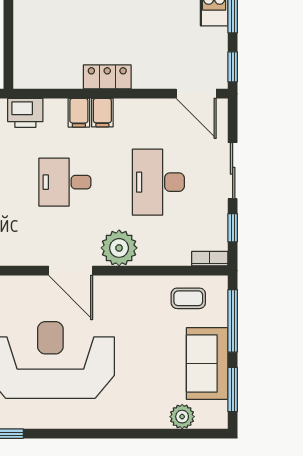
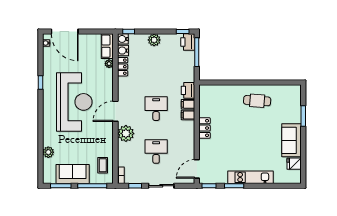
filing cabinet: (102, 113) -> (188, 104), moved
desk: (158, 182) -> (156, 152), width x0.73
plant: (182, 417) -> (48, 152), moved

